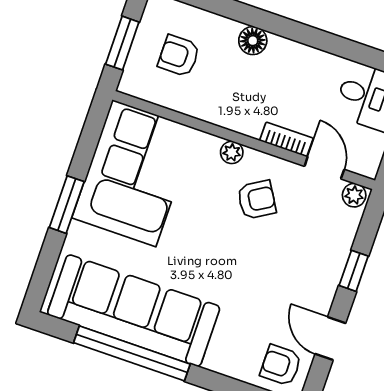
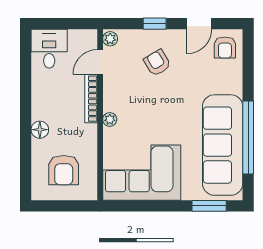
window: (122, 43) -> (68, 206), removed
armchair: (179, 56) -> (64, 170), width x1.38, depth x1.38
bookcase: (286, 139) -> (91, 99), width x1.56
armchair: (257, 200) -> (157, 63), moved
window: (67, 205) -> (209, 206), moved

